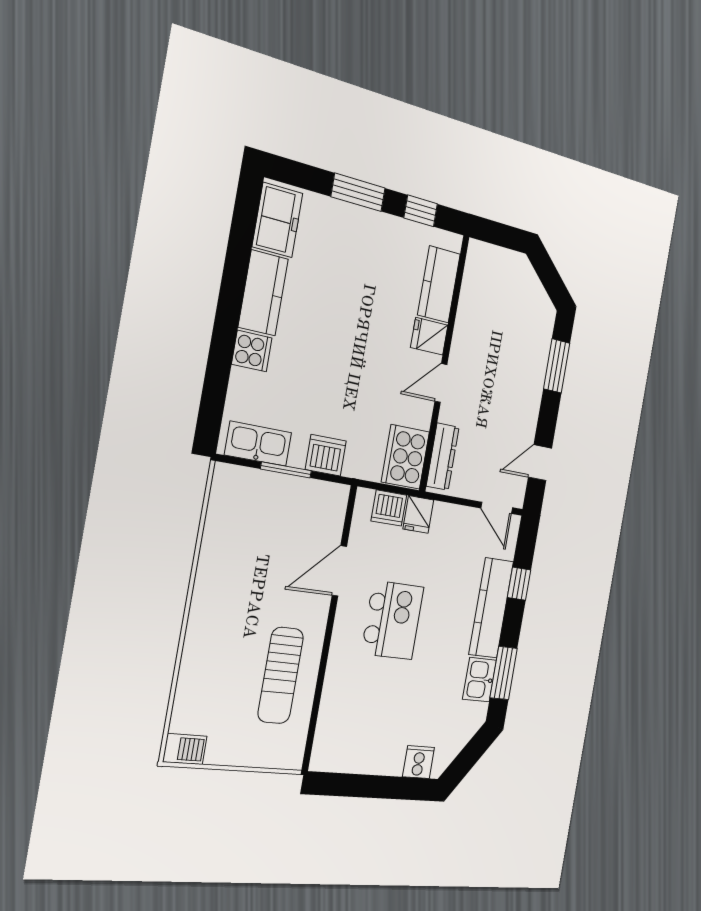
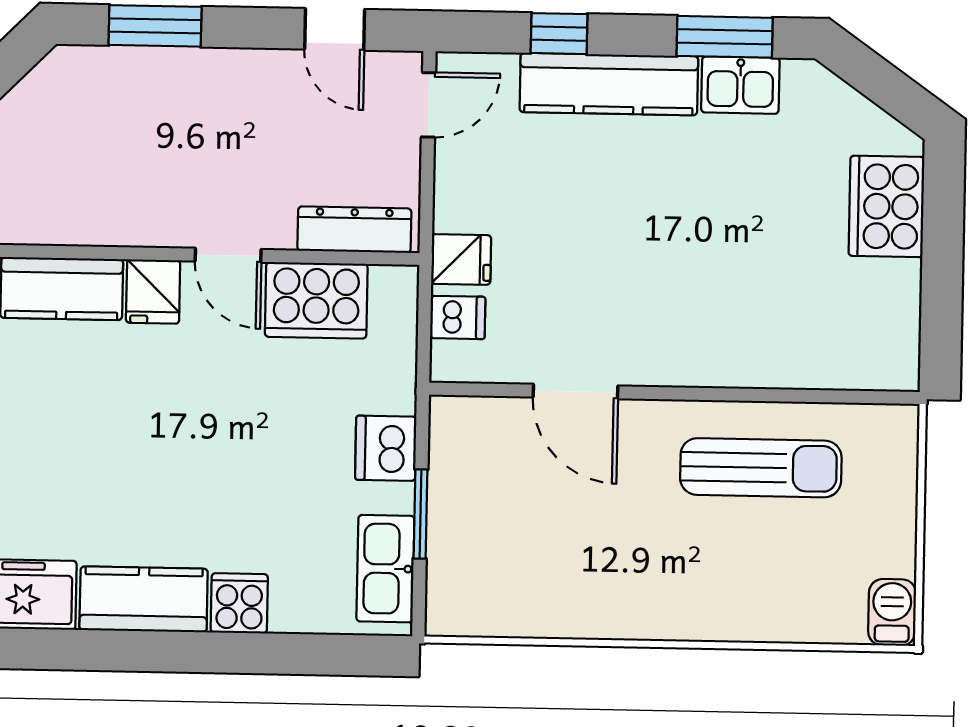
cooker: (405, 457) -> (316, 300), moved
dishwasher: (389, 508) -> (458, 317), width x0.73
kitchen island: (393, 620) -> (650, 277), removed
cooker: (419, 762) -> (886, 206), width x1.87, depth x1.31

